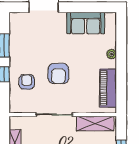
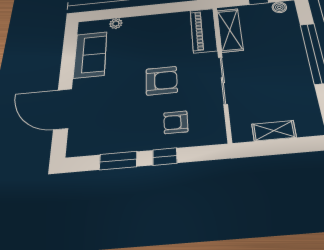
plant: (111, 54) -> (116, 24), moved
piano: (108, 88) -> (204, 30), moved, turned 90

